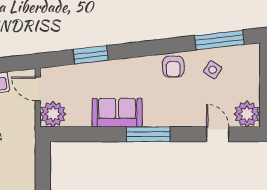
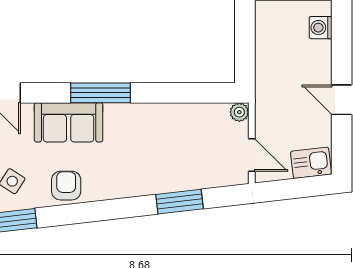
sofa: (117, 113) -> (69, 122), moved
plant: (53, 114) -> (239, 112), width x0.53, depth x0.53

